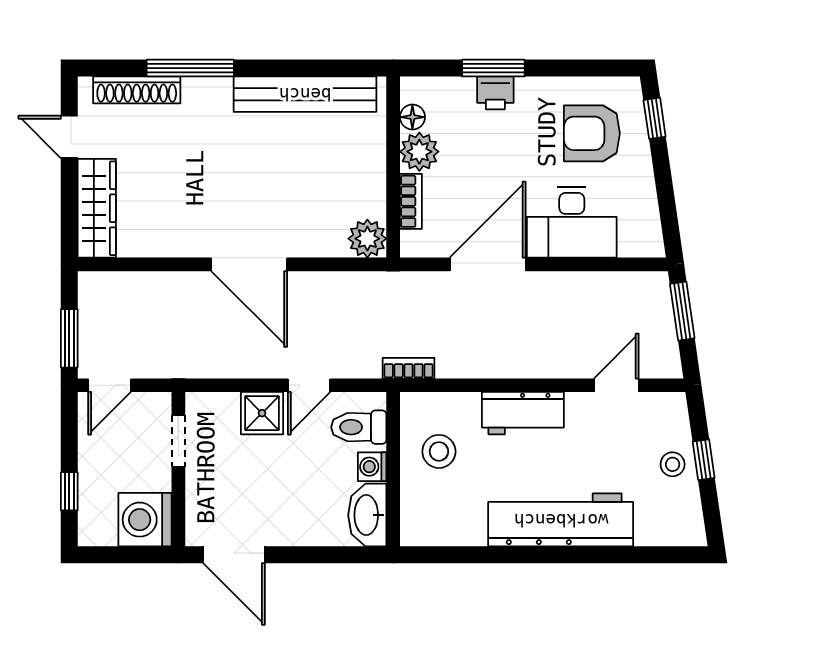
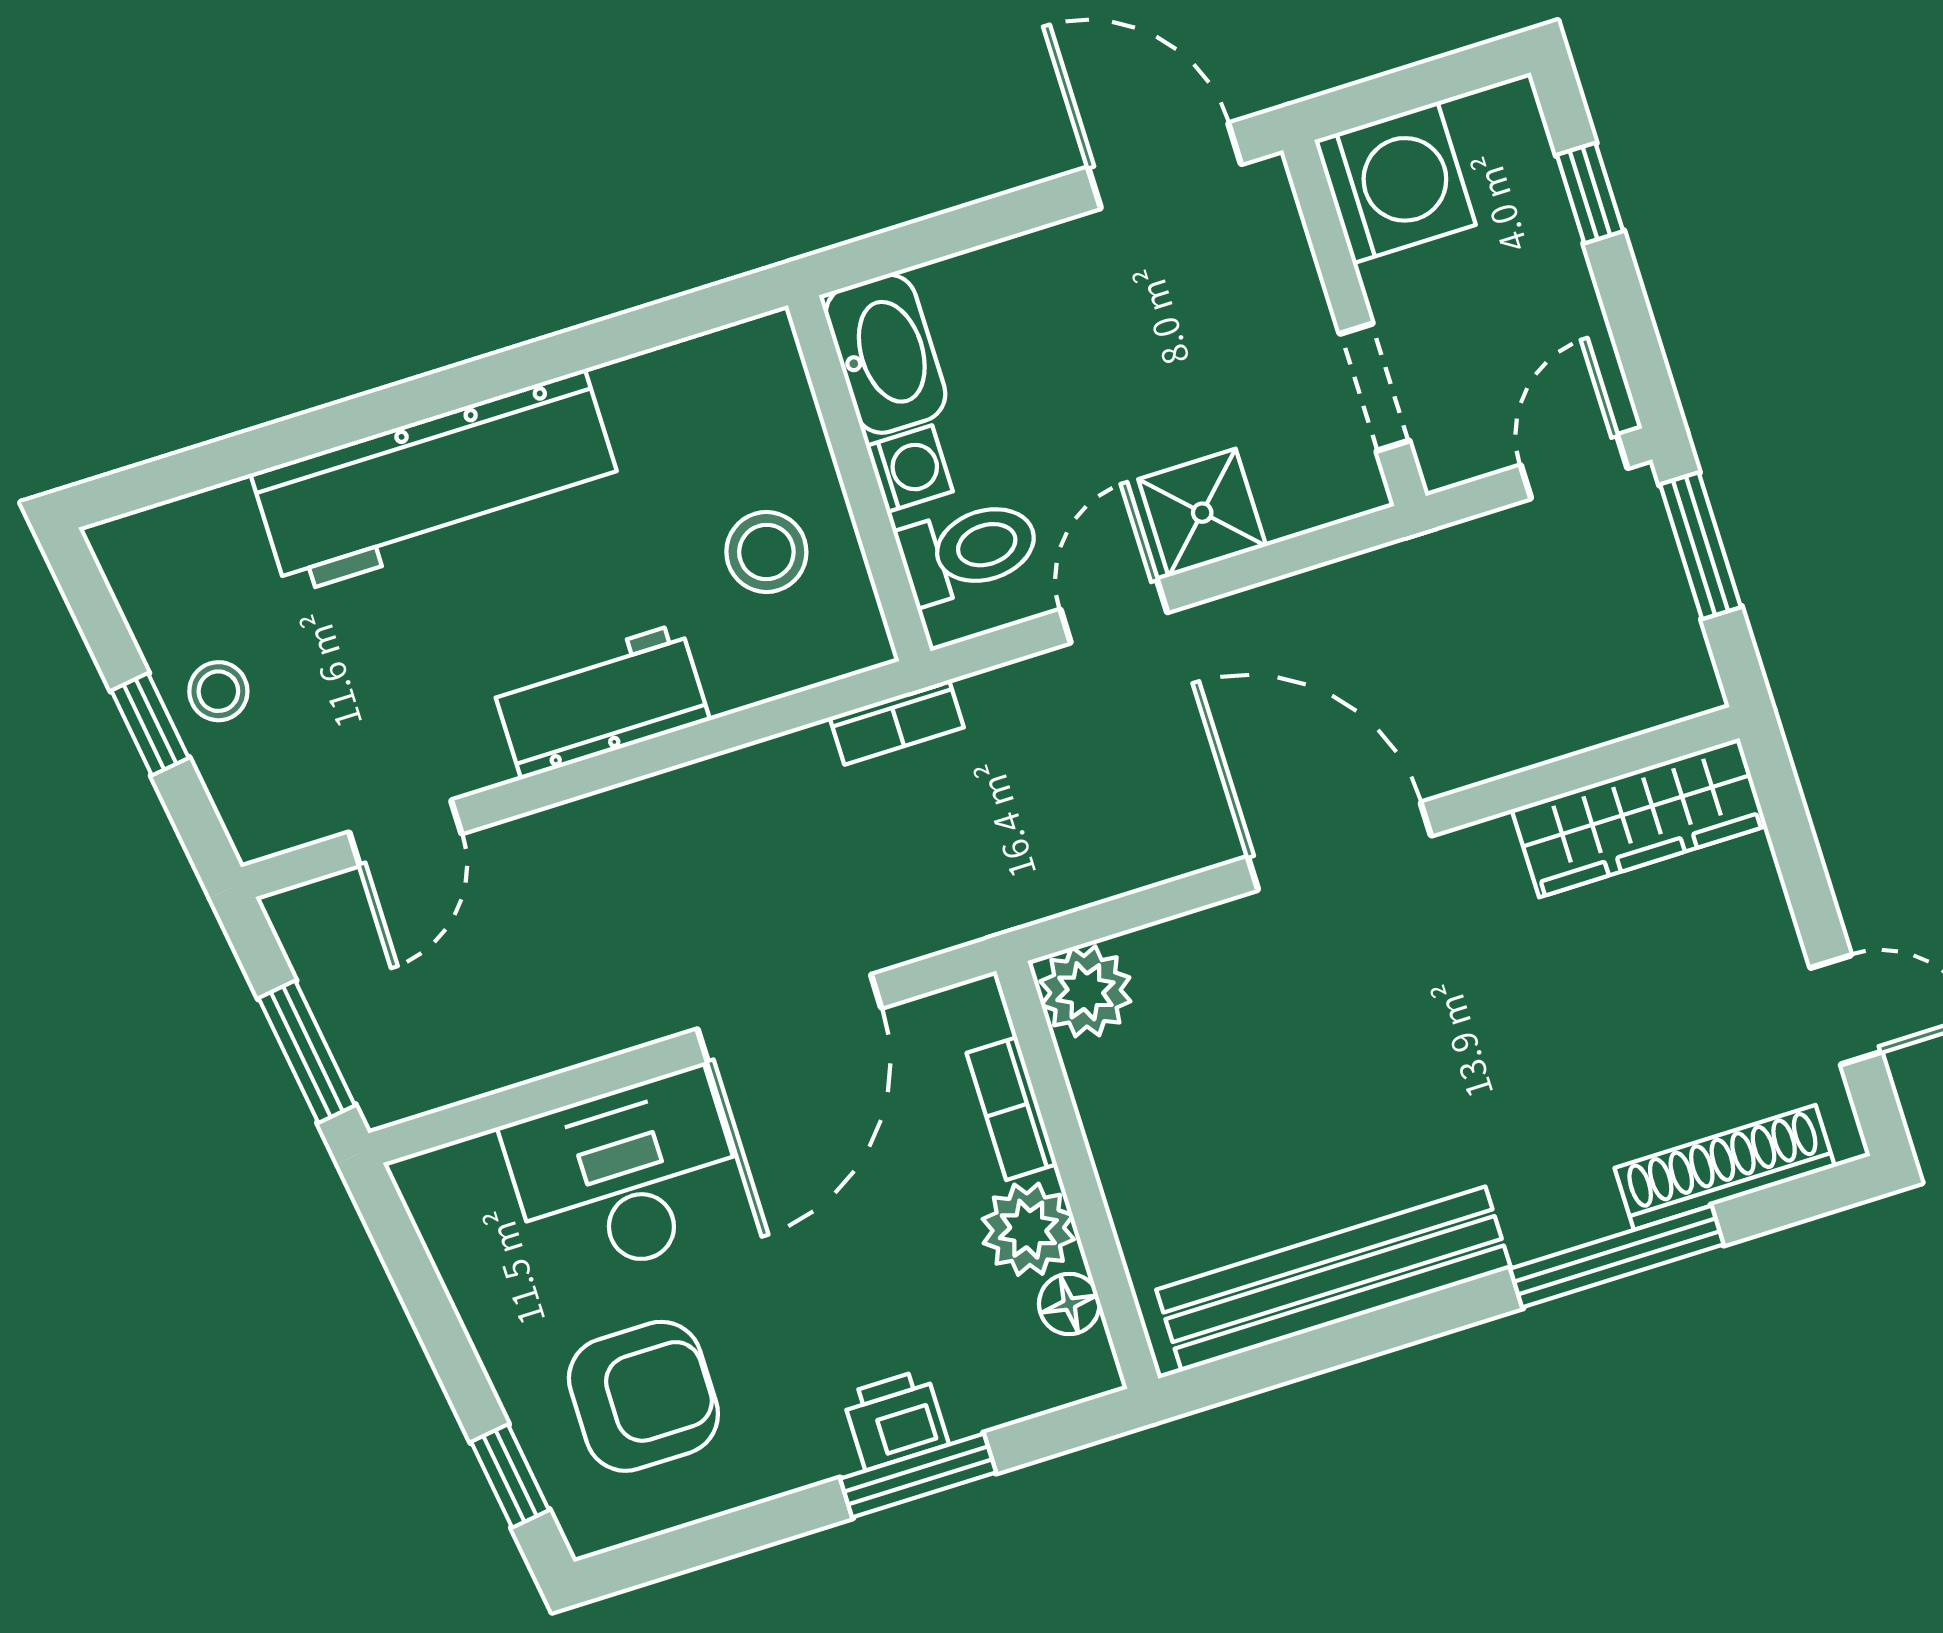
wardrobe: (97, 208) -> (1639, 818), moved, turned -90

